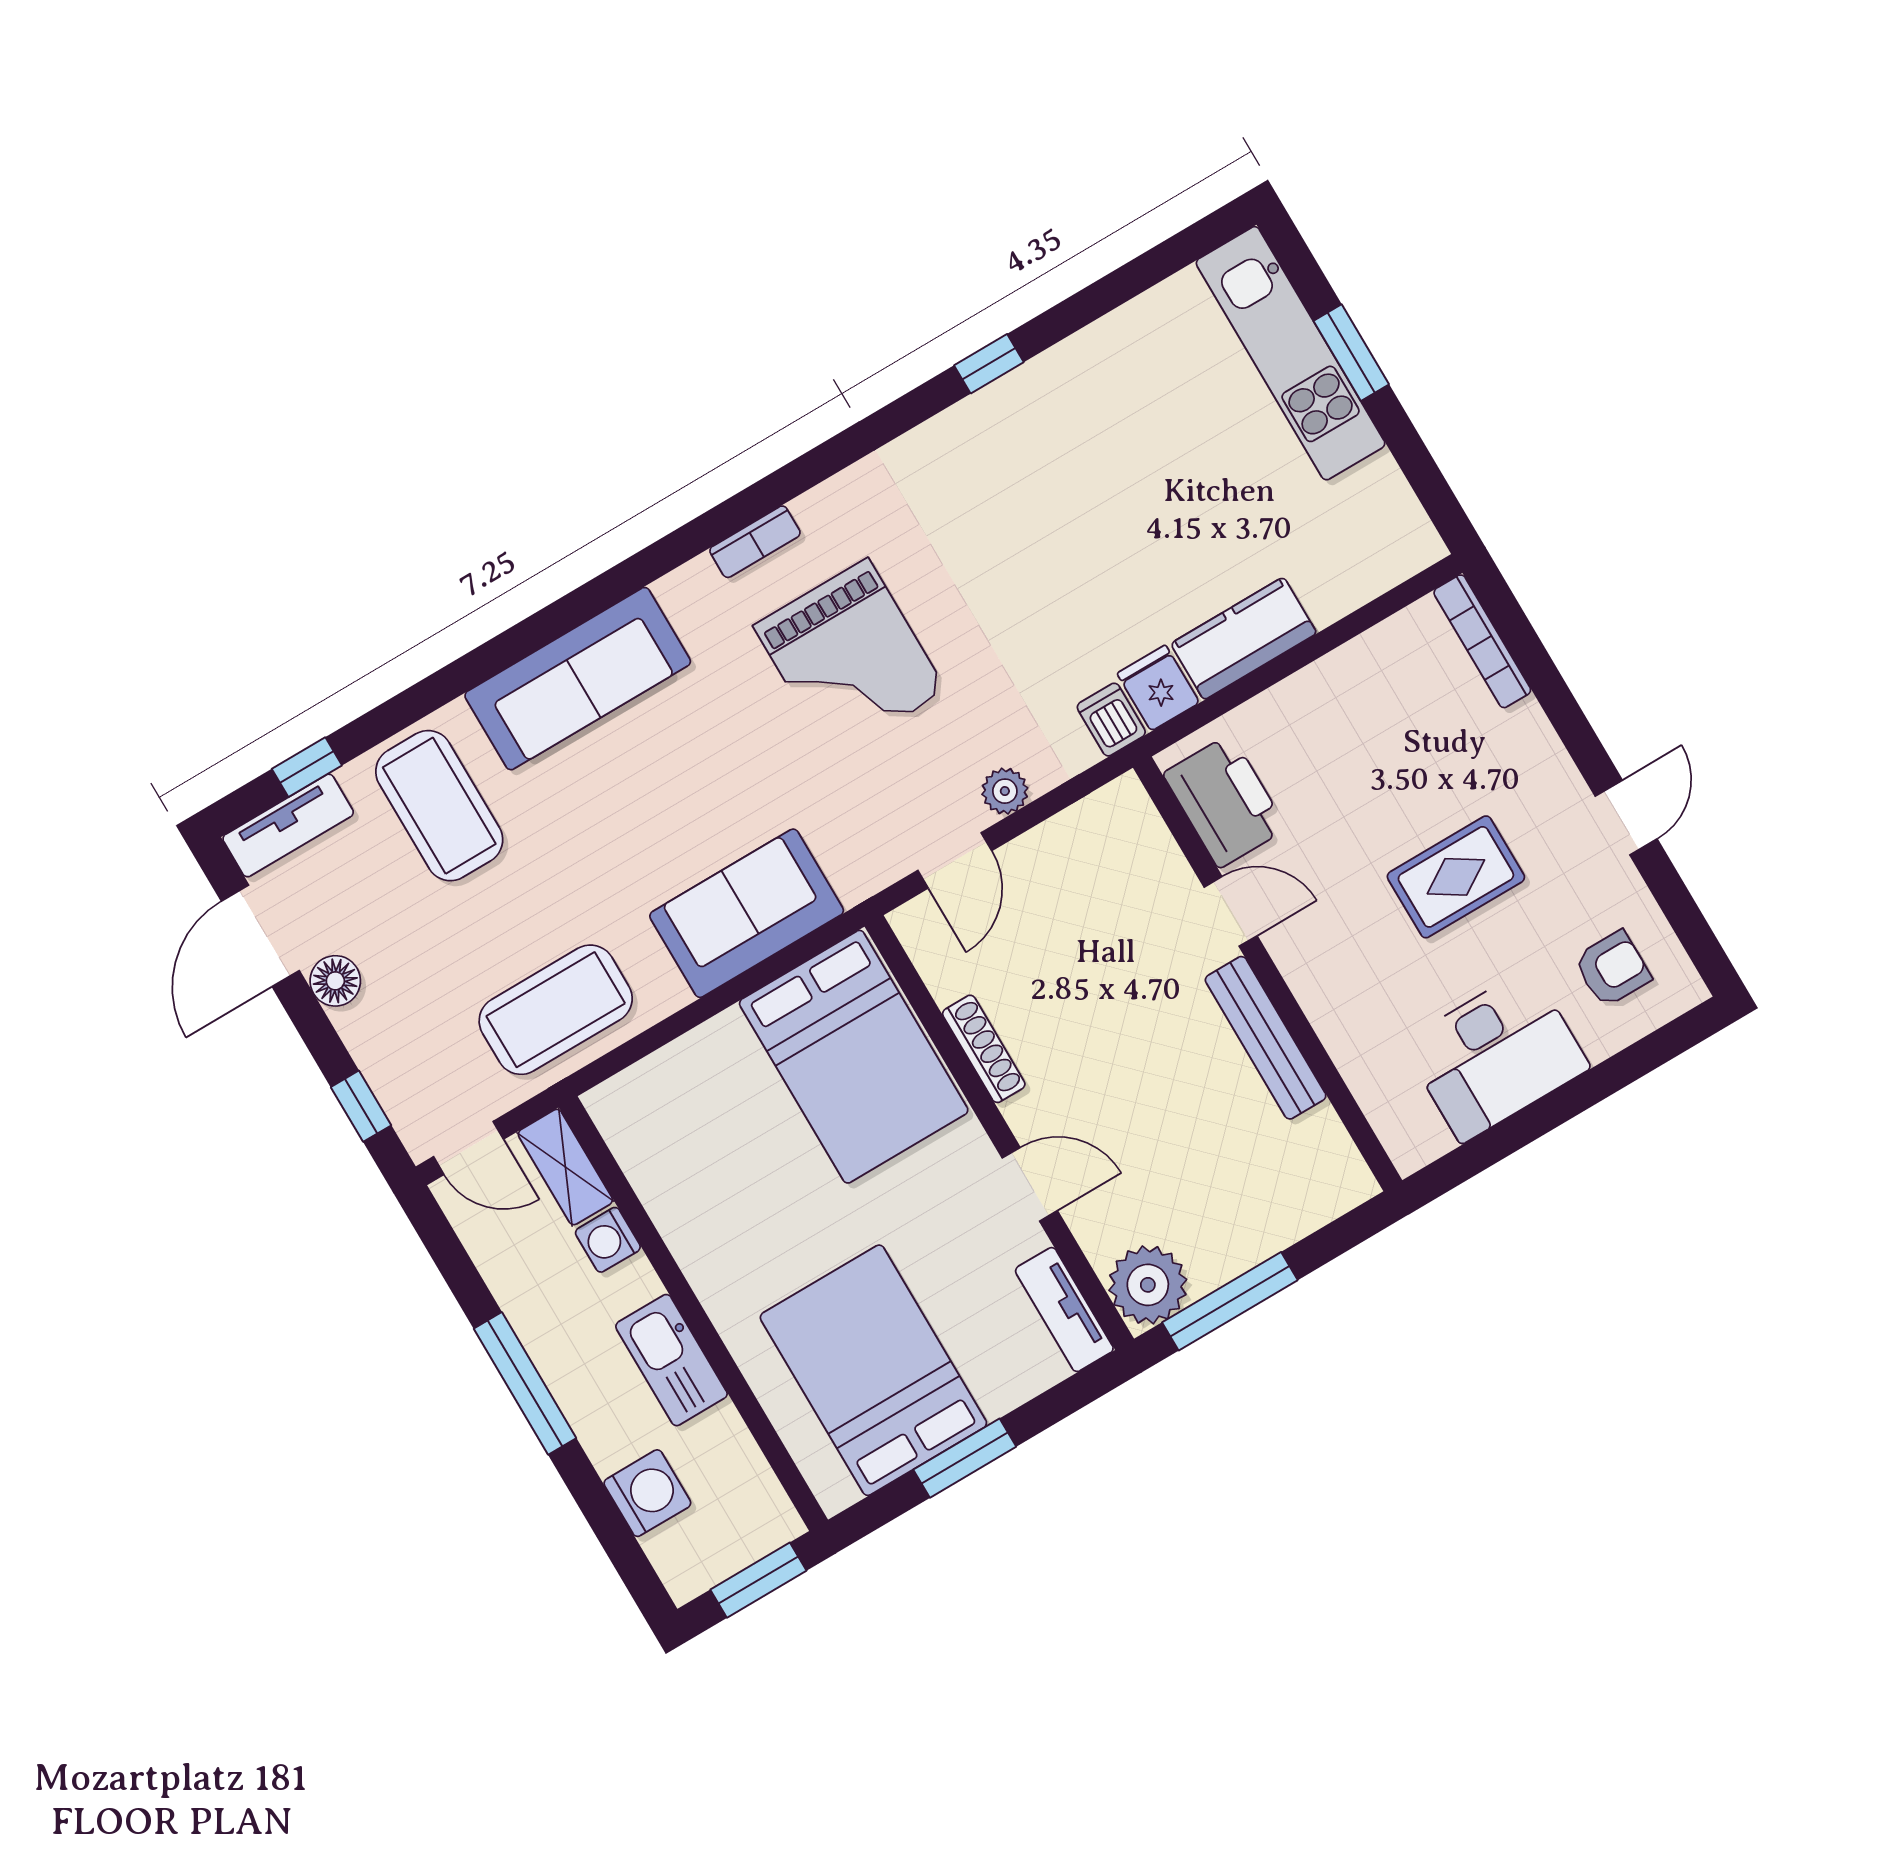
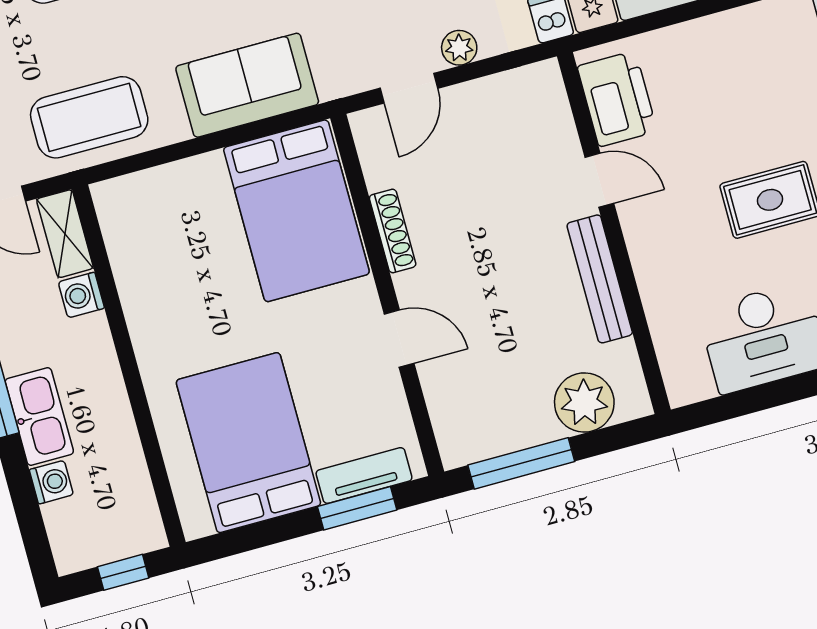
plant: (1148, 1285) -> (584, 403), moved
tv unit: (1064, 1310) -> (364, 475), moved, turned 90
kitchen sink: (671, 1360) -> (39, 416), moved, turned 180
window: (965, 1458) -> (357, 508), moved
washing machine: (647, 1493) -> (51, 482), width x0.73, depth x0.73
window: (758, 1580) -> (123, 572), width x0.67

